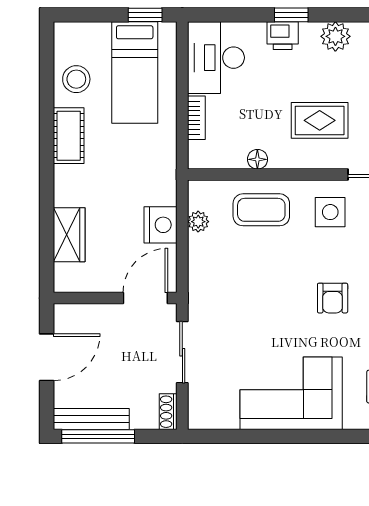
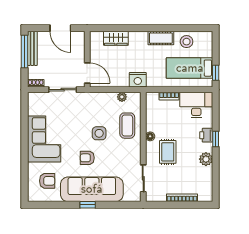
floor lamp: (257, 159) -> (150, 136), moved
side table: (330, 212) -> (99, 133), moved
nightstand: (161, 225) -> (138, 80), moved

